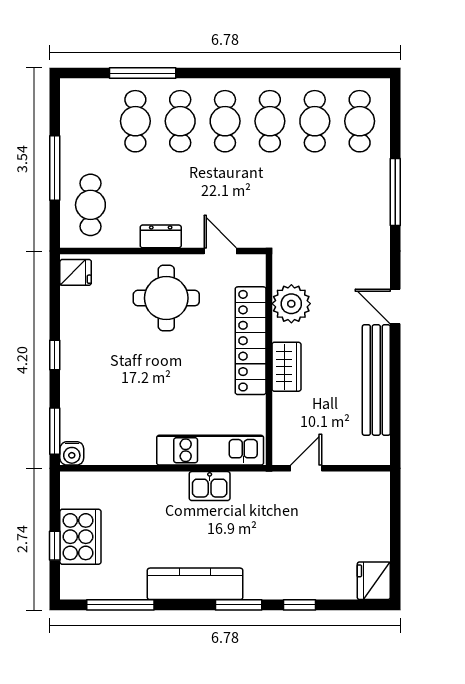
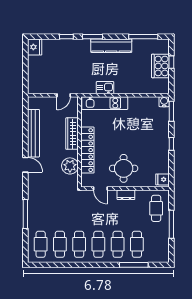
wardrobe: (286, 367) -> (72, 134), width x1.50

